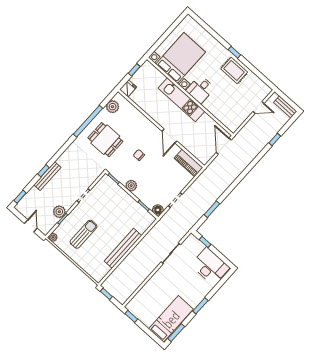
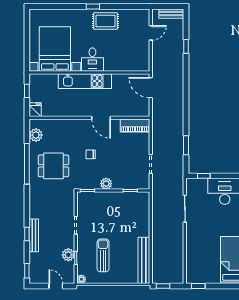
floor lamp: (158, 210) -> (144, 184), removed
bench: (123, 248) -> (144, 260), moved

